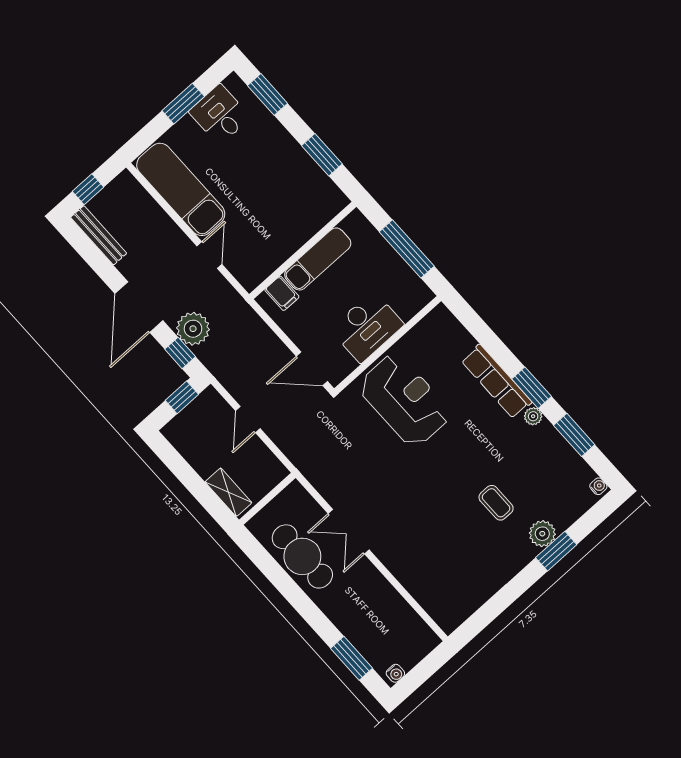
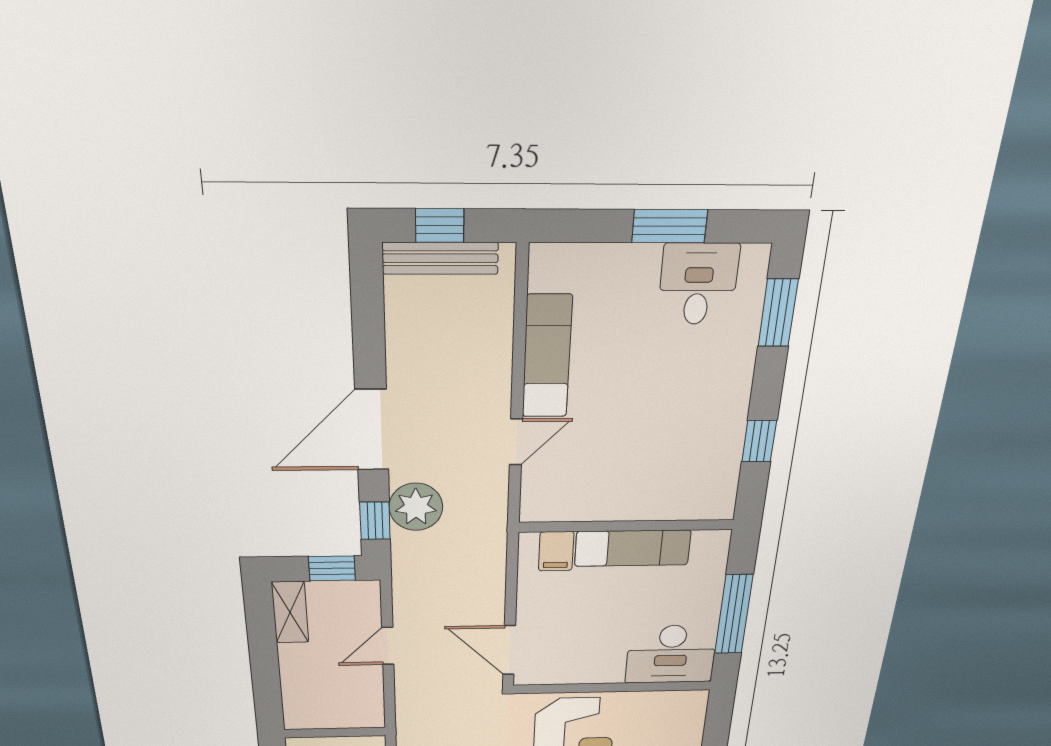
window: (322, 155) -> (759, 441), width x0.67
exam couch: (181, 189) -> (547, 357), width x0.73, depth x0.69
bench: (99, 235) -> (440, 258), moved, turned 90
desk: (367, 327) -> (671, 654), moved
shelving: (228, 492) -> (290, 612), moved

